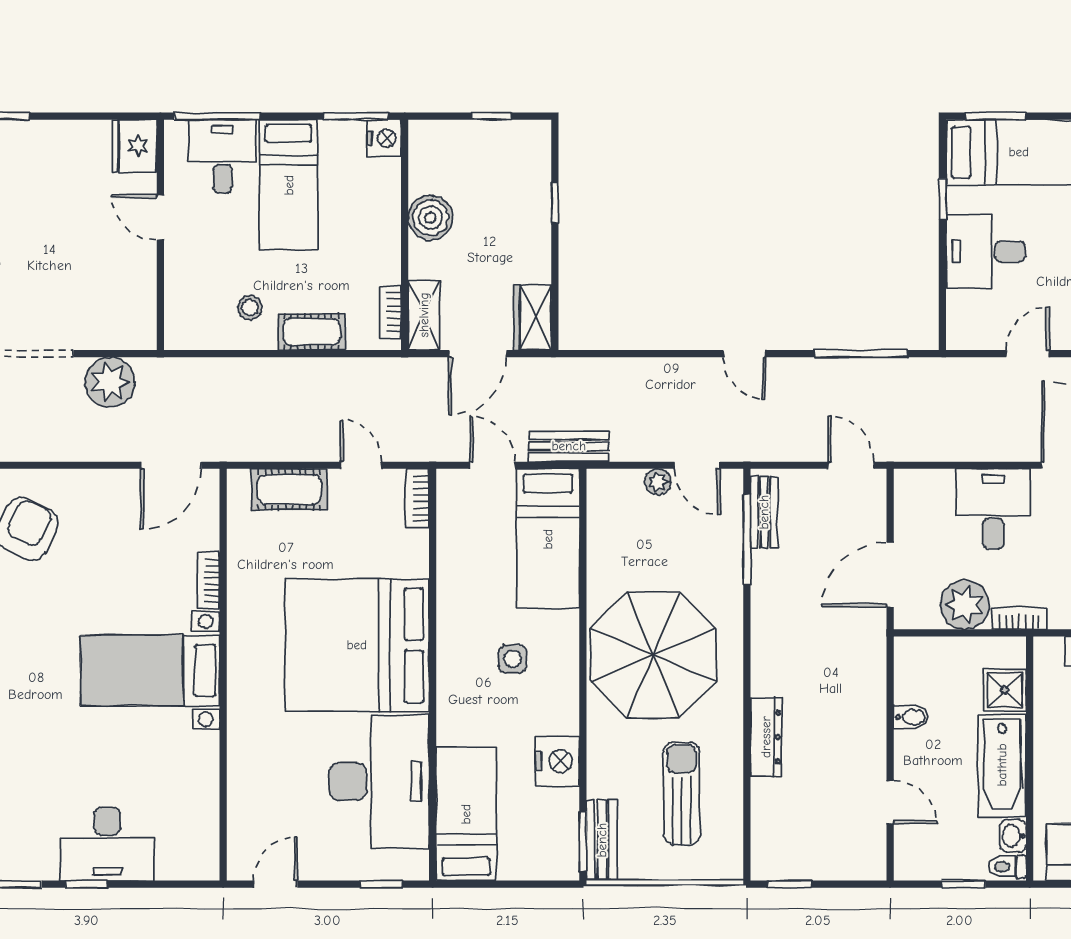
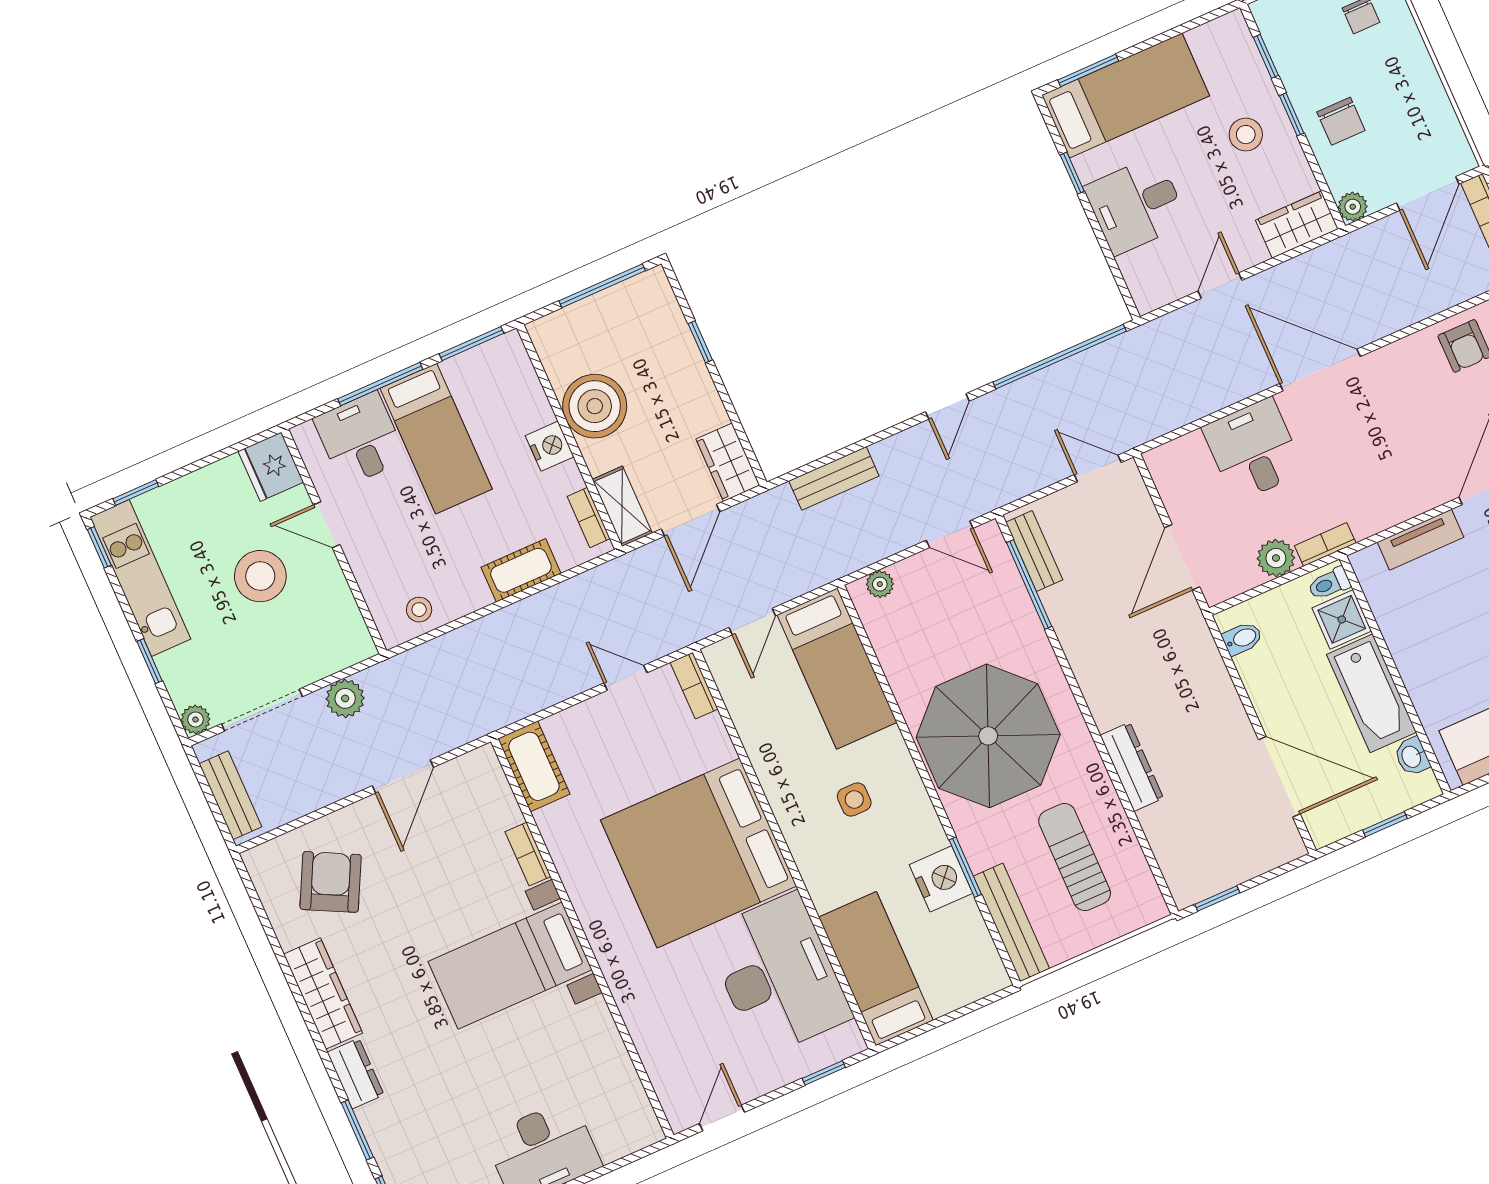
window: (217, 116) -> (380, 384), moved
window: (491, 116) -> (602, 286), width x2.17
nightstand: (384, 138) -> (550, 446), moved
boiler: (430, 218) -> (595, 406), width x1.37, depth x1.37
stool: (83, 237) -> (260, 576), added
stool: (250, 308) -> (419, 610), moved
door: (744, 354) -> (947, 406), hinge flipped
window: (861, 354) -> (1060, 357), width x1.46
plant: (110, 382) -> (345, 698), width x0.73, depth x0.73
bench: (569, 446) -> (834, 478), moved
door: (171, 465) -> (403, 776), moved
door: (492, 465) -> (752, 622), swing flipped
plant: (658, 482) -> (880, 584), moved
cot: (289, 489) -> (534, 766), moved, turned 90
plant: (965, 605) -> (1276, 558), width x0.73, depth x0.73
bidet: (911, 717) -> (1242, 638), moved
door: (890, 802) -> (1279, 777), width x1.87
bench: (602, 840) -> (1011, 922), width x1.36
window: (583, 841) -> (965, 867), moved
toilet: (1007, 867) -> (1329, 584), moved

